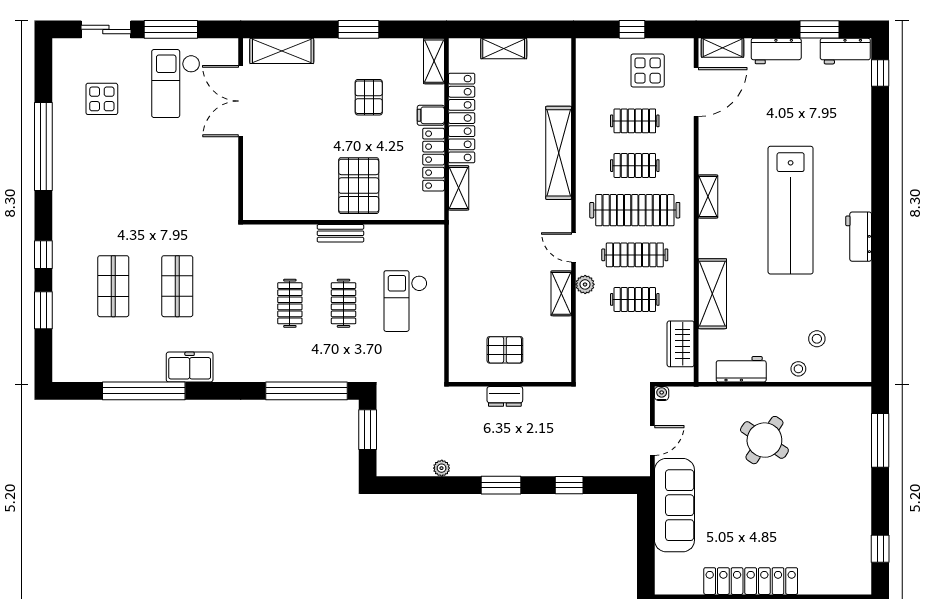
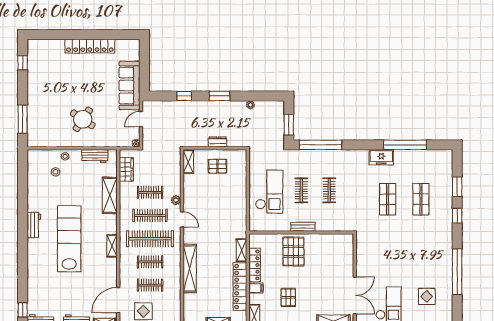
shelving: (561, 293) -> (188, 162), moved
checkout: (405, 301) -> (269, 192), width x1.36, depth x1.21

